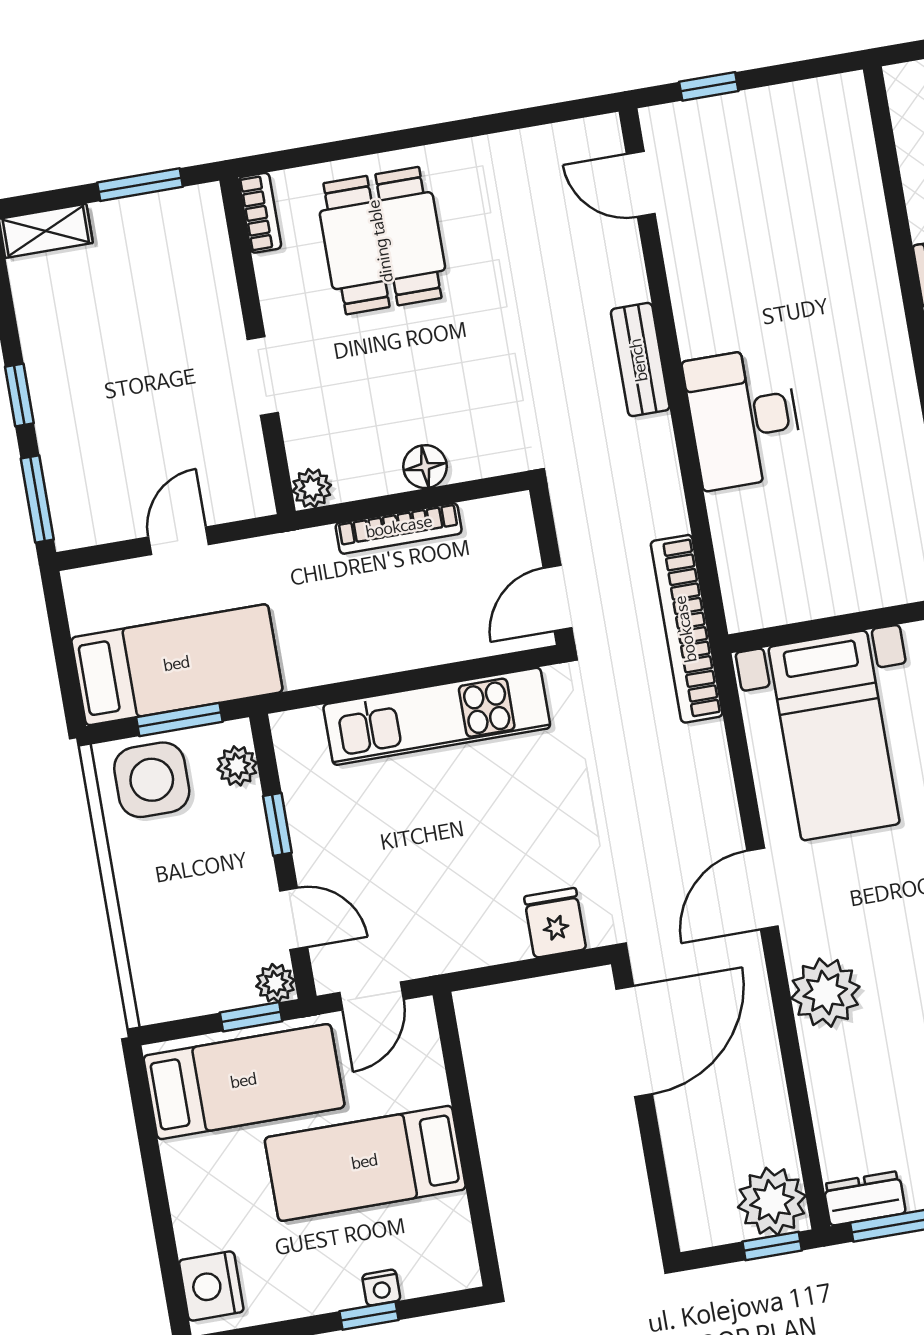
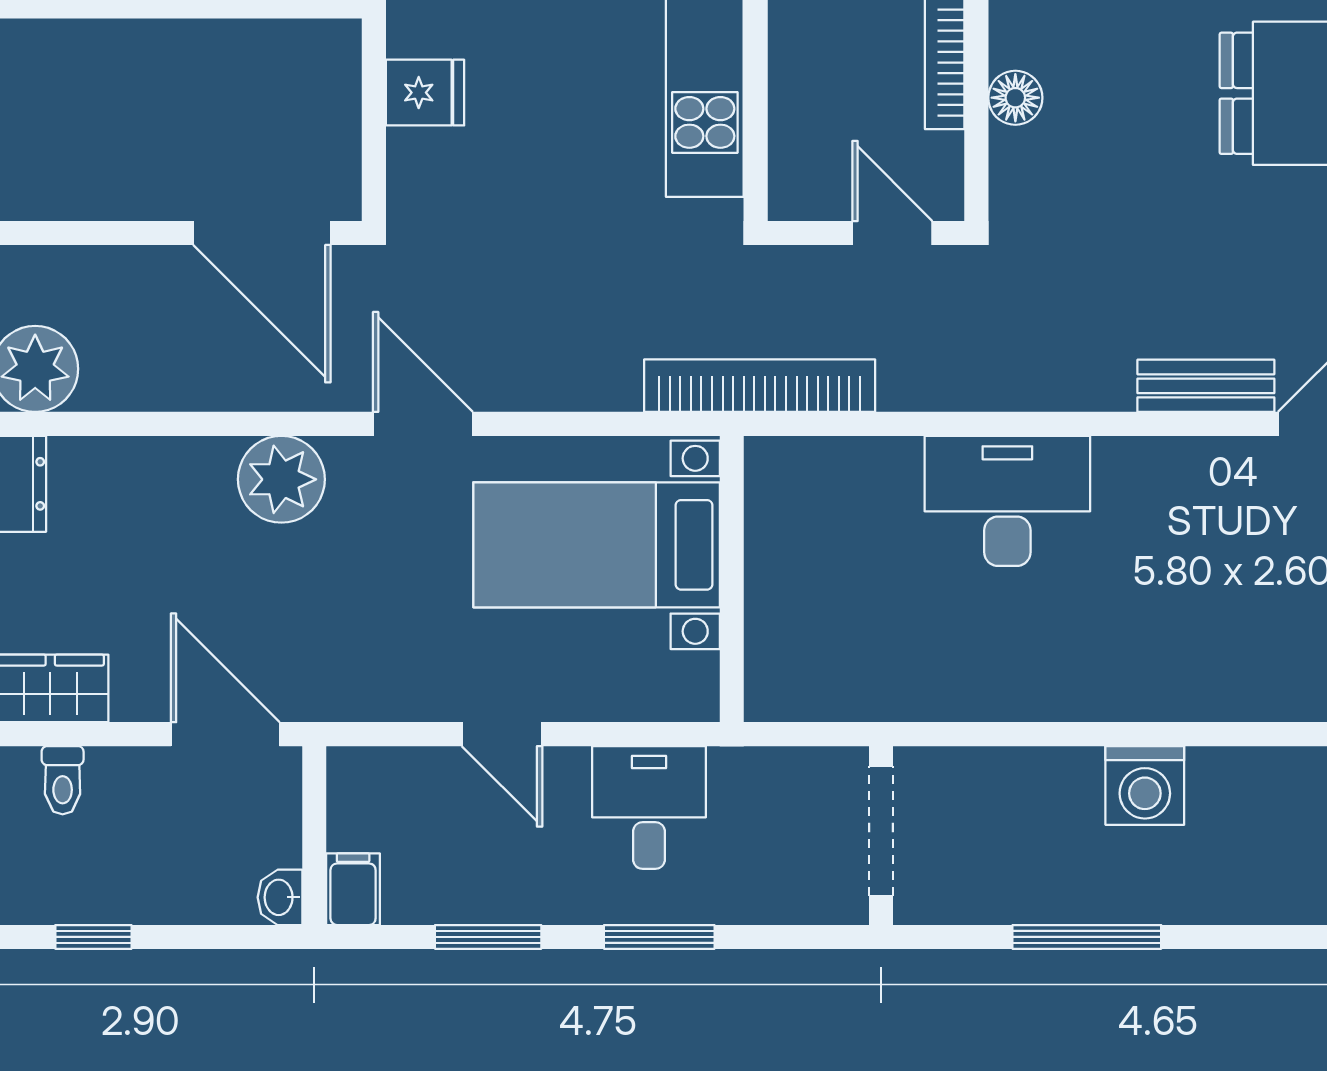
bench: (640, 360) -> (1206, 386), moved
door: (557, 598) -> (892, 233), moved
fridge: (555, 923) -> (425, 93), moved

